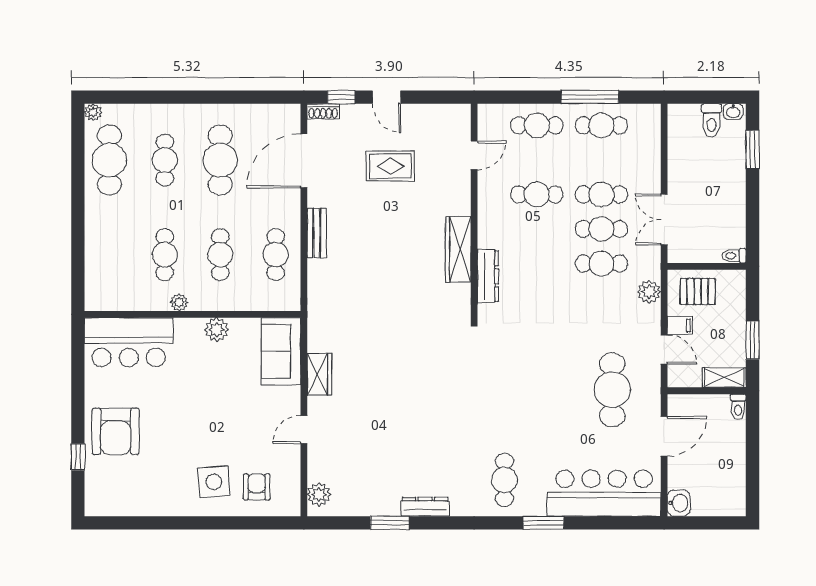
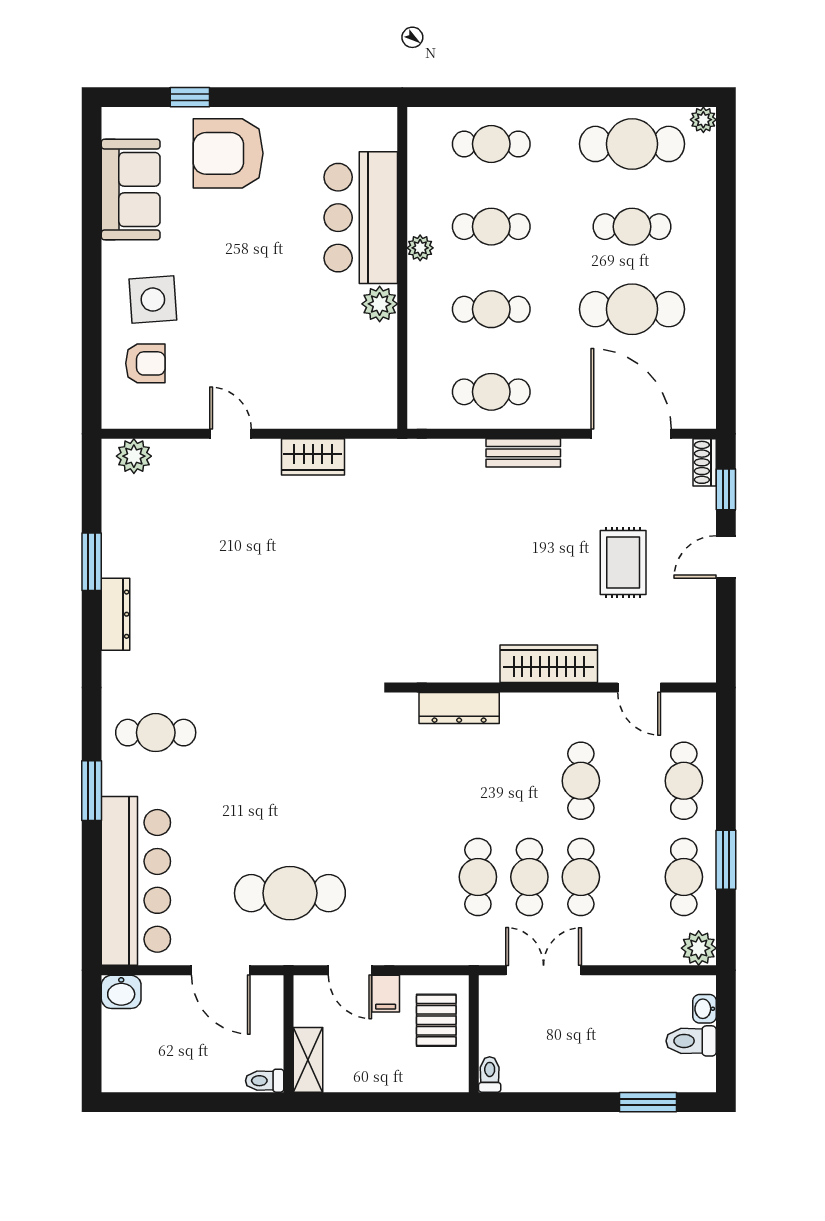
window: (590, 97) -> (726, 860), width x0.69
washbasin: (733, 111) -> (704, 1009), moved
wardrobe: (458, 249) -> (549, 664), moved
cafe table: (109, 255) -> (491, 144), added
plant: (649, 292) -> (699, 948), moved
window: (753, 340) -> (364, 1102), removed
bar counter: (129, 342) -> (361, 218), moved
door: (664, 349) -> (350, 970), hinge flipped
sofa: (281, 351) -> (131, 189), moved, turned 90

